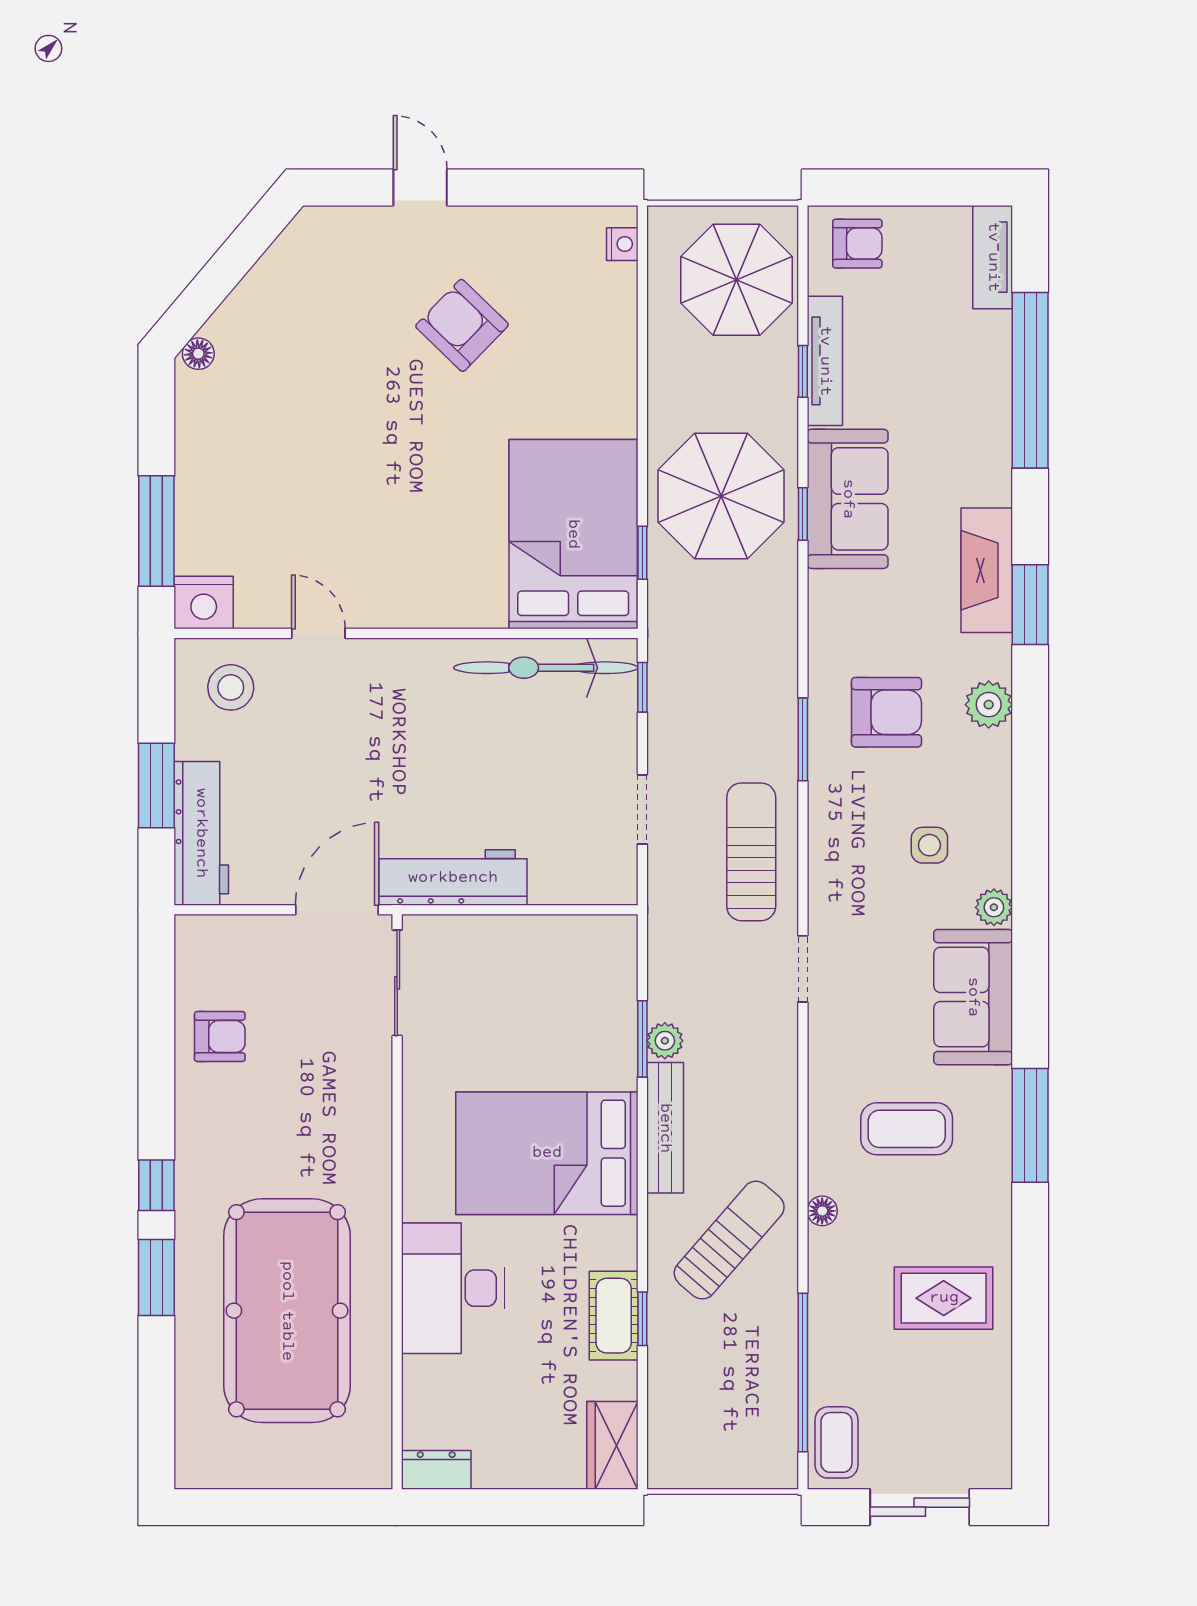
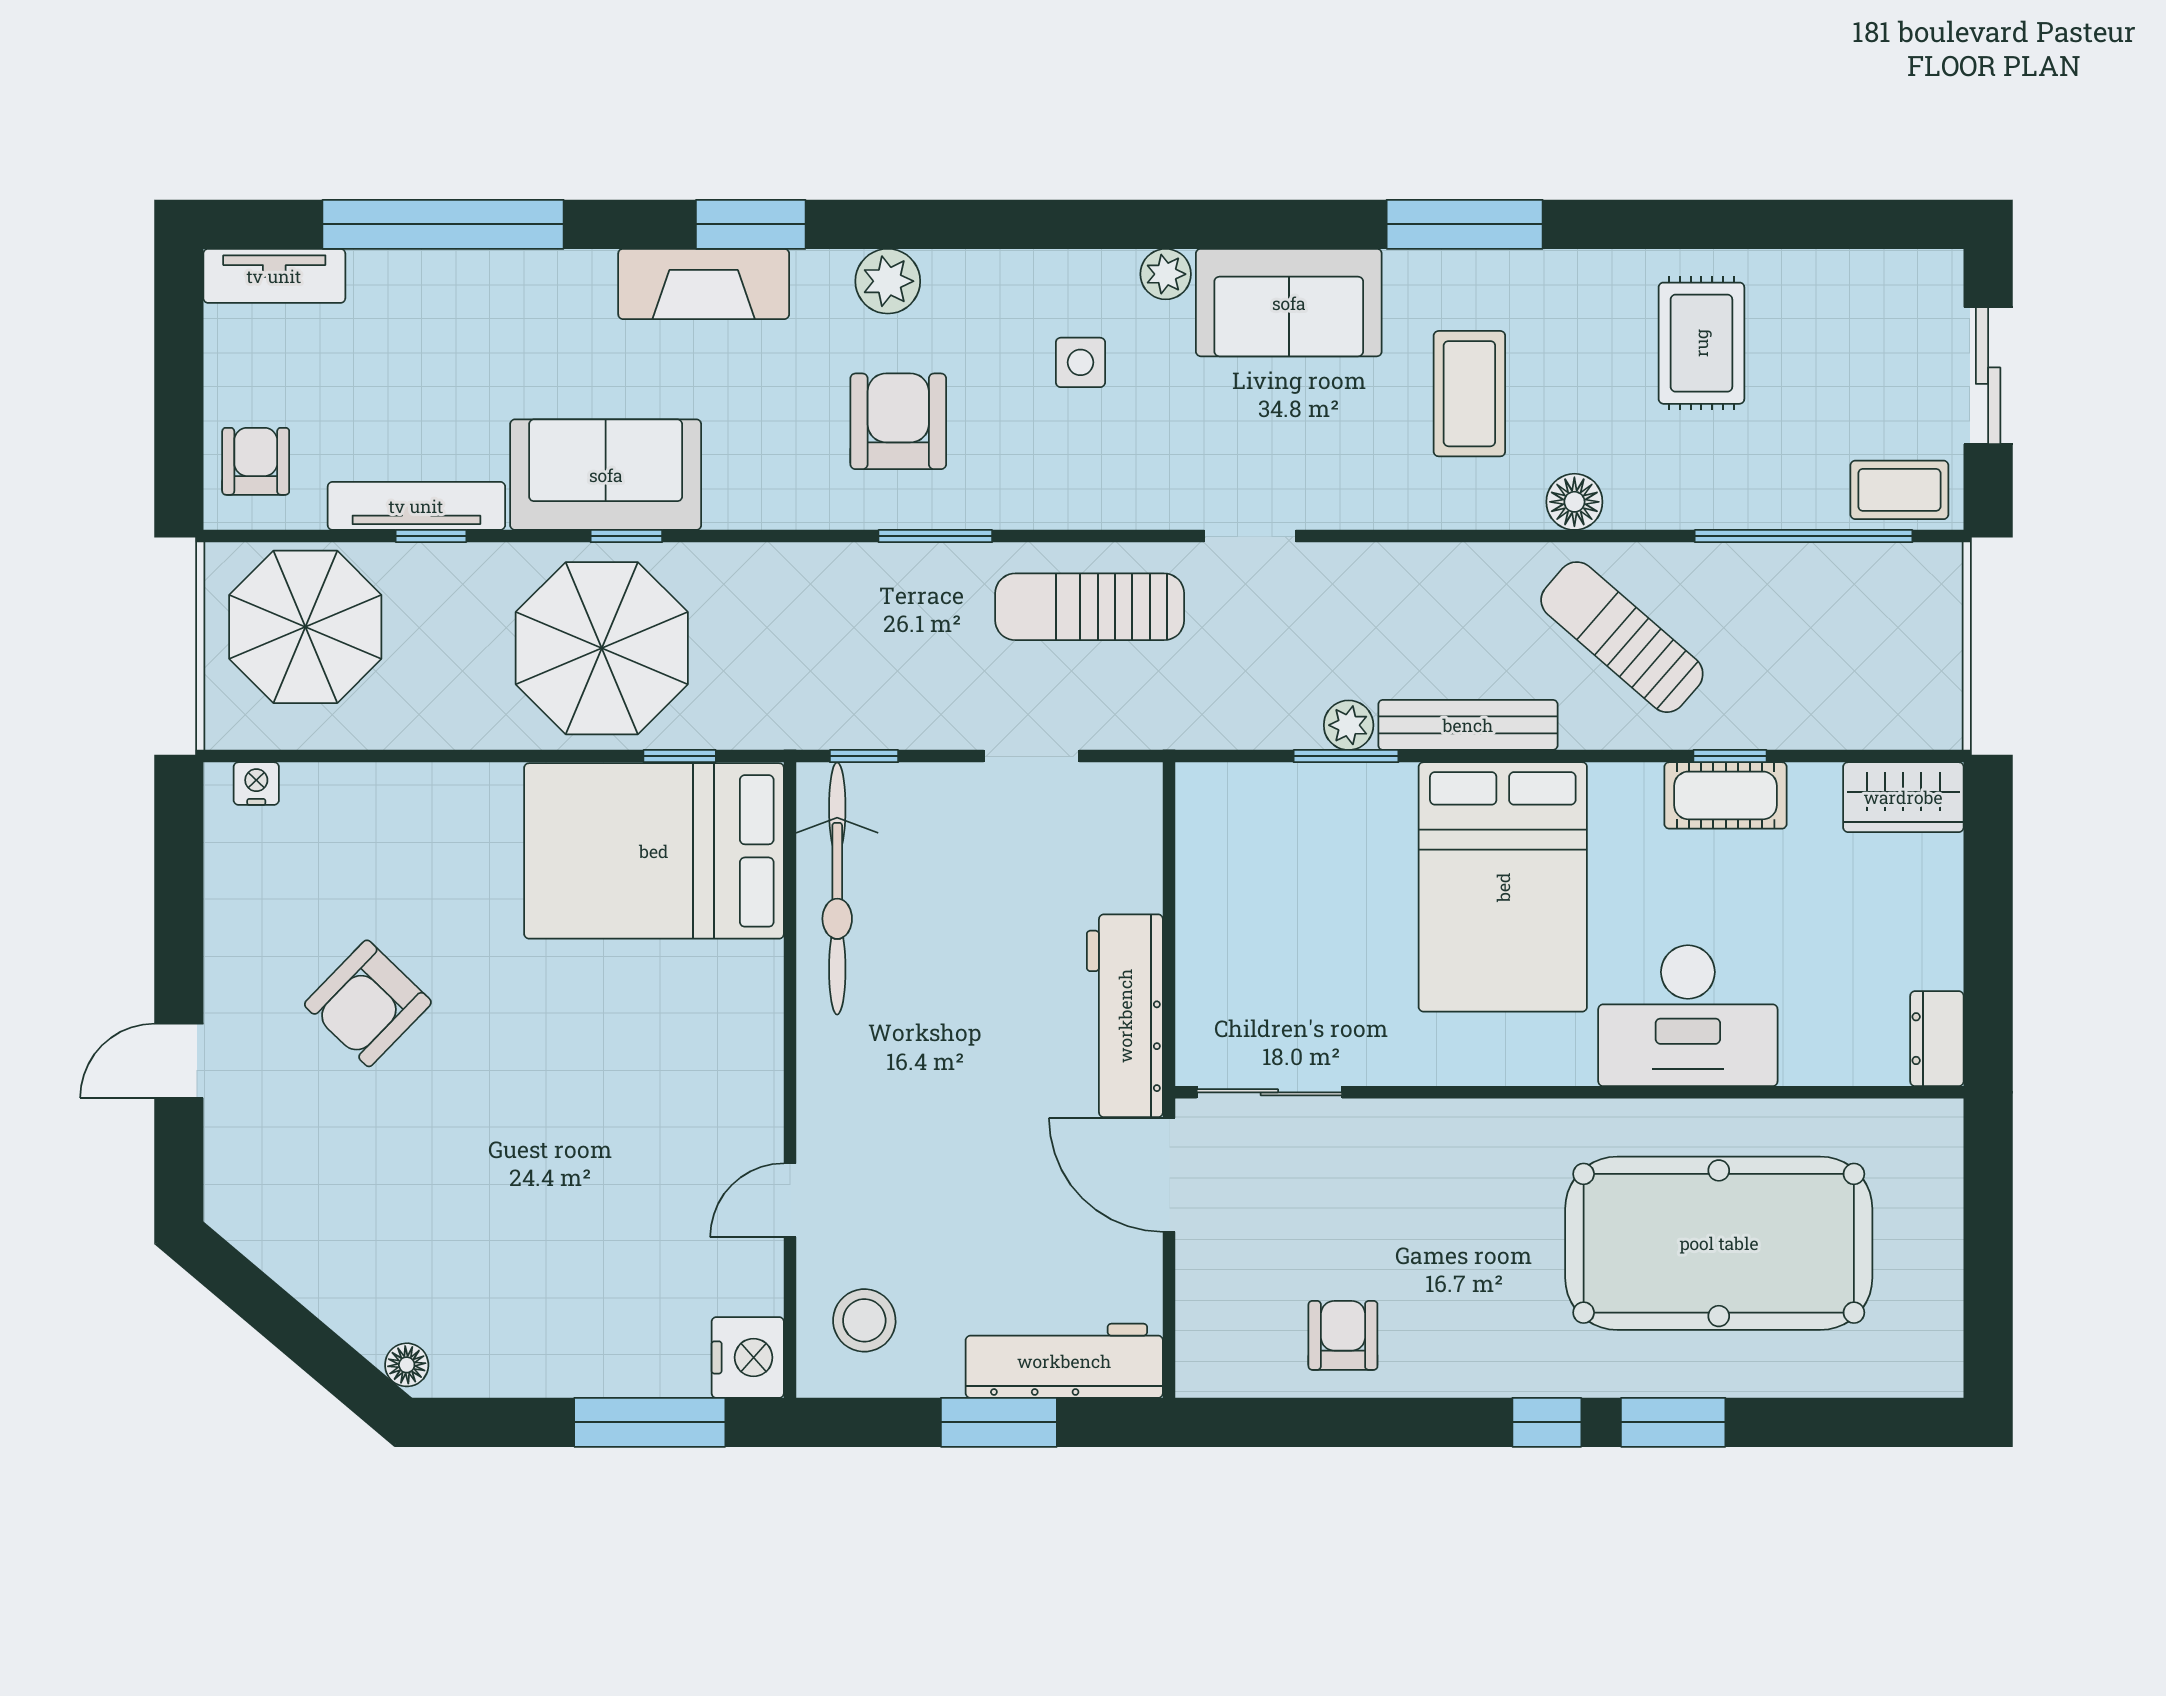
floor lamp: (822, 1211) -> (1574, 502), width x1.37, depth x1.37

